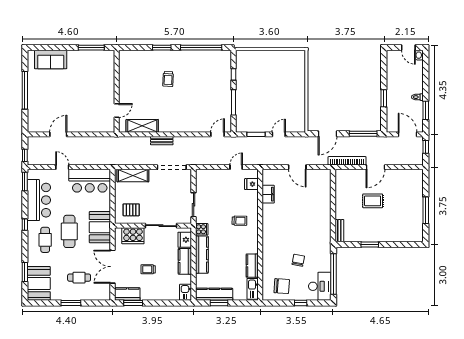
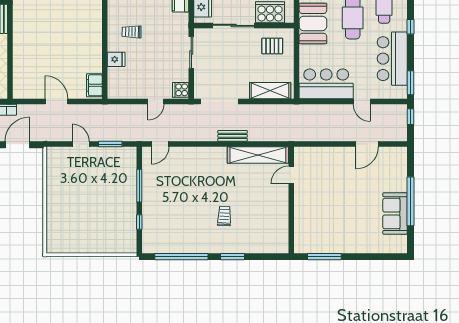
sofa: (51, 60) -> (395, 214), moved, turned -90
shelving: (142, 126) -> (258, 155), width x1.47
door: (279, 134) -> (81, 144), swing flipped
door: (236, 167) -> (156, 101), moved
fridge: (251, 184) -> (116, 59), moved
filing cabinet: (268, 194) -> (94, 85), moved
cooker: (202, 229) -> (181, 90), moved

